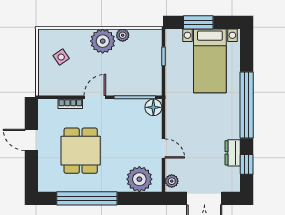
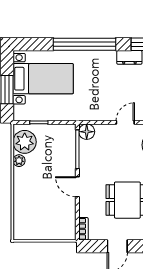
plant: (103, 41) -> (25, 142), moved
side table: (61, 57) -> (39, 218), removed
bookcase: (70, 104) -> (83, 229), moved

